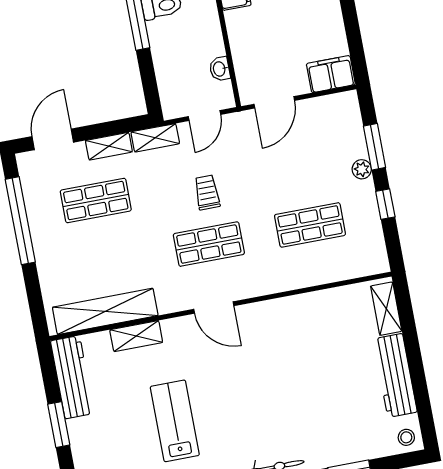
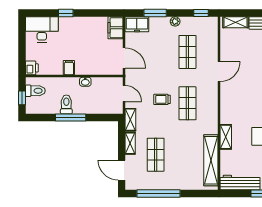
washbasin: (220, 69) -> (85, 82), moved
freezer: (346, 115) -> (137, 24), added
plant: (362, 169) -> (175, 21), moved
window: (385, 204) -> (201, 13), moved
door: (214, 308) -> (219, 71), moved
shelving: (136, 336) -> (226, 137), moved

